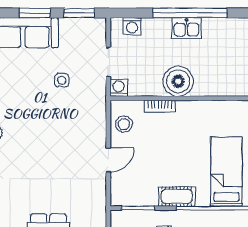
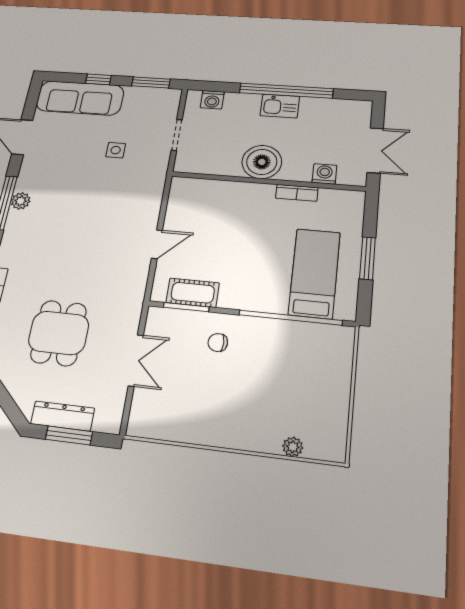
window: (35, 13) -> (98, 79), width x0.67
washing machine: (119, 88) -> (324, 174), moved
bookcase: (160, 106) -> (297, 193), moved
stool: (124, 124) -> (184, 205), removed
cot: (177, 196) -> (193, 293), moved

